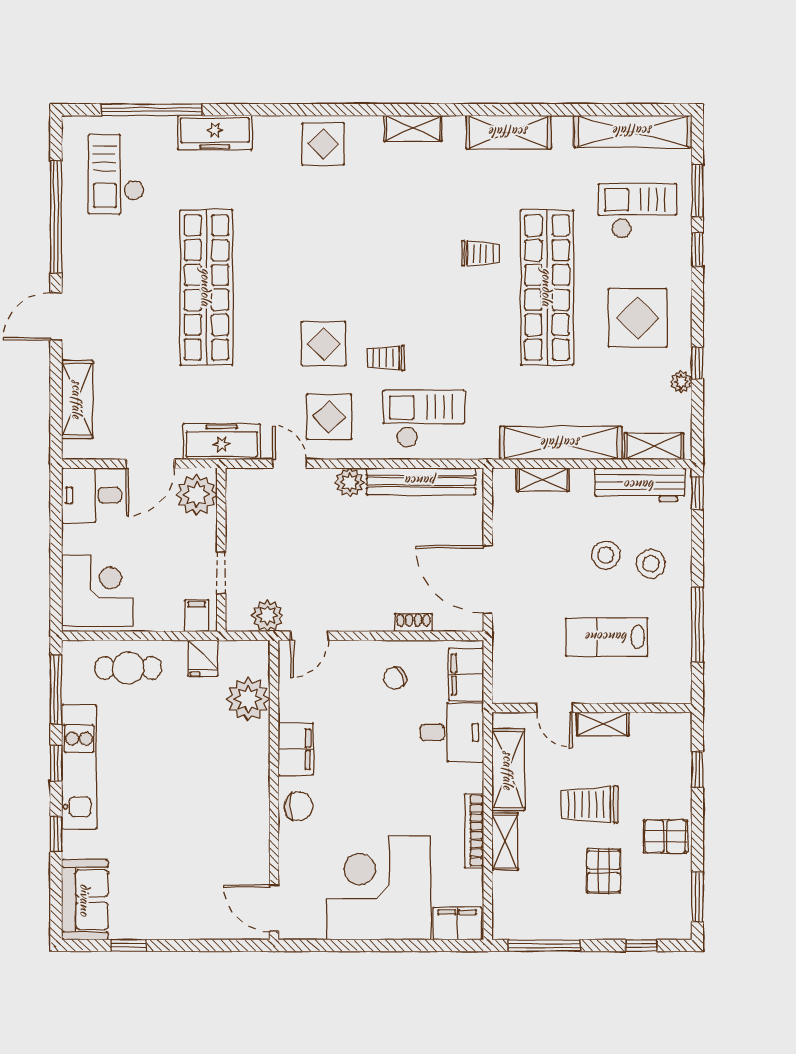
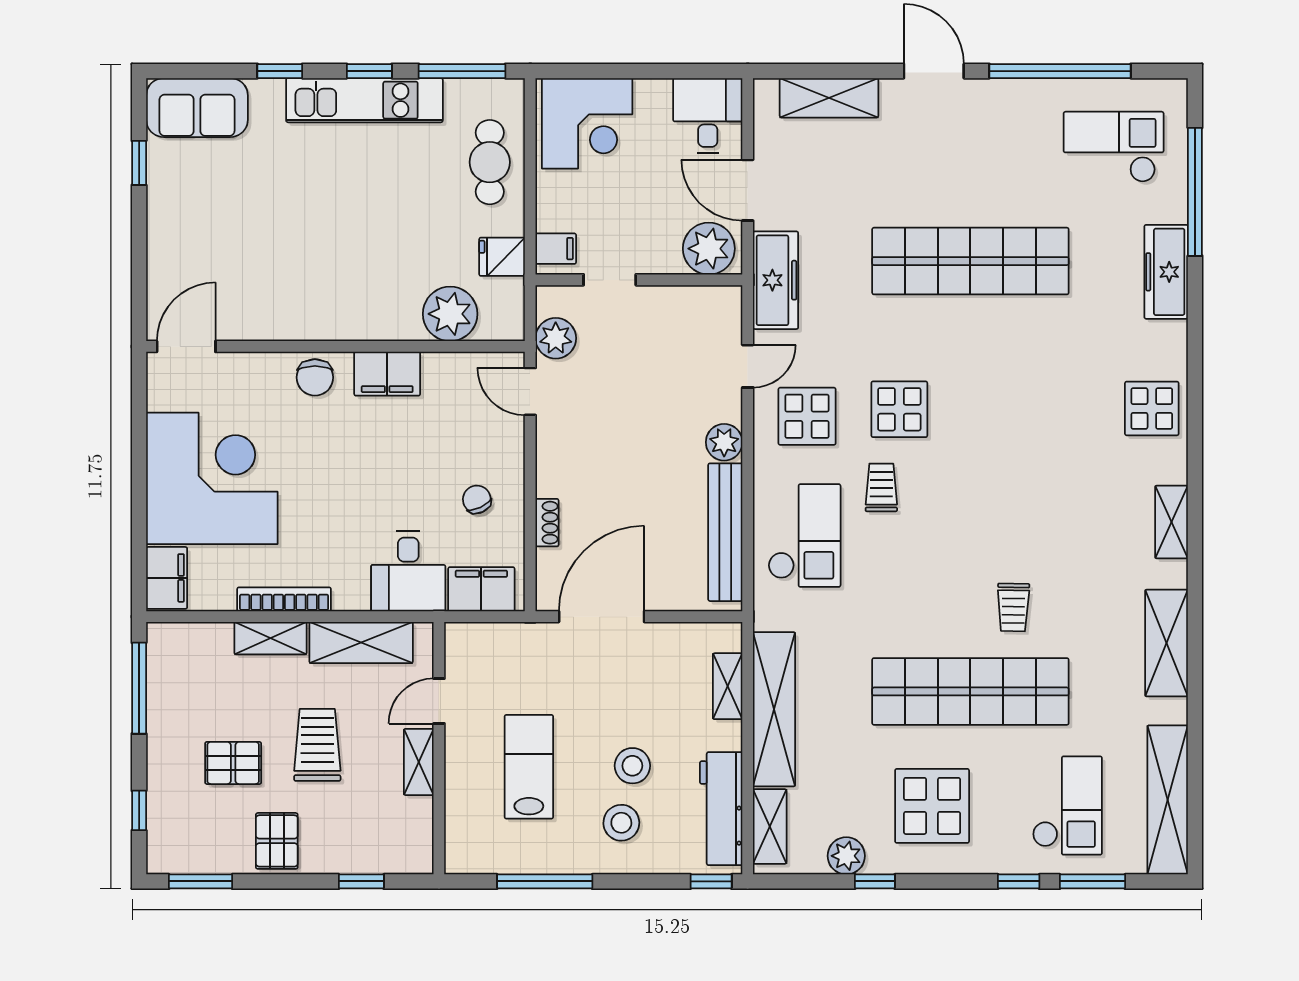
plant: (681, 382) -> (846, 856), width x1.38, depth x1.38

